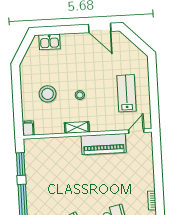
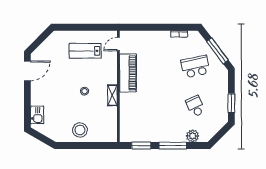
stool: (48, 94) -> (80, 130), moved
filing cabinet: (28, 128) -> (111, 137), removed
door: (136, 131) -> (118, 44), hinge flipped

